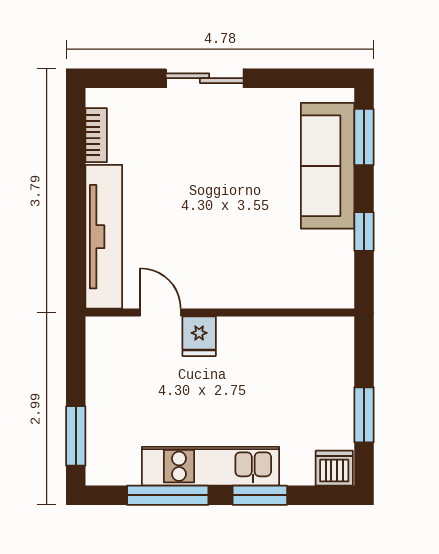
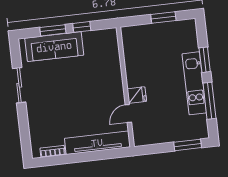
sliding door: (205, 78) -> (19, 85), moved
window: (364, 137) -> (53, 30), moved
dishwasher: (334, 468) -> (189, 28), removed

